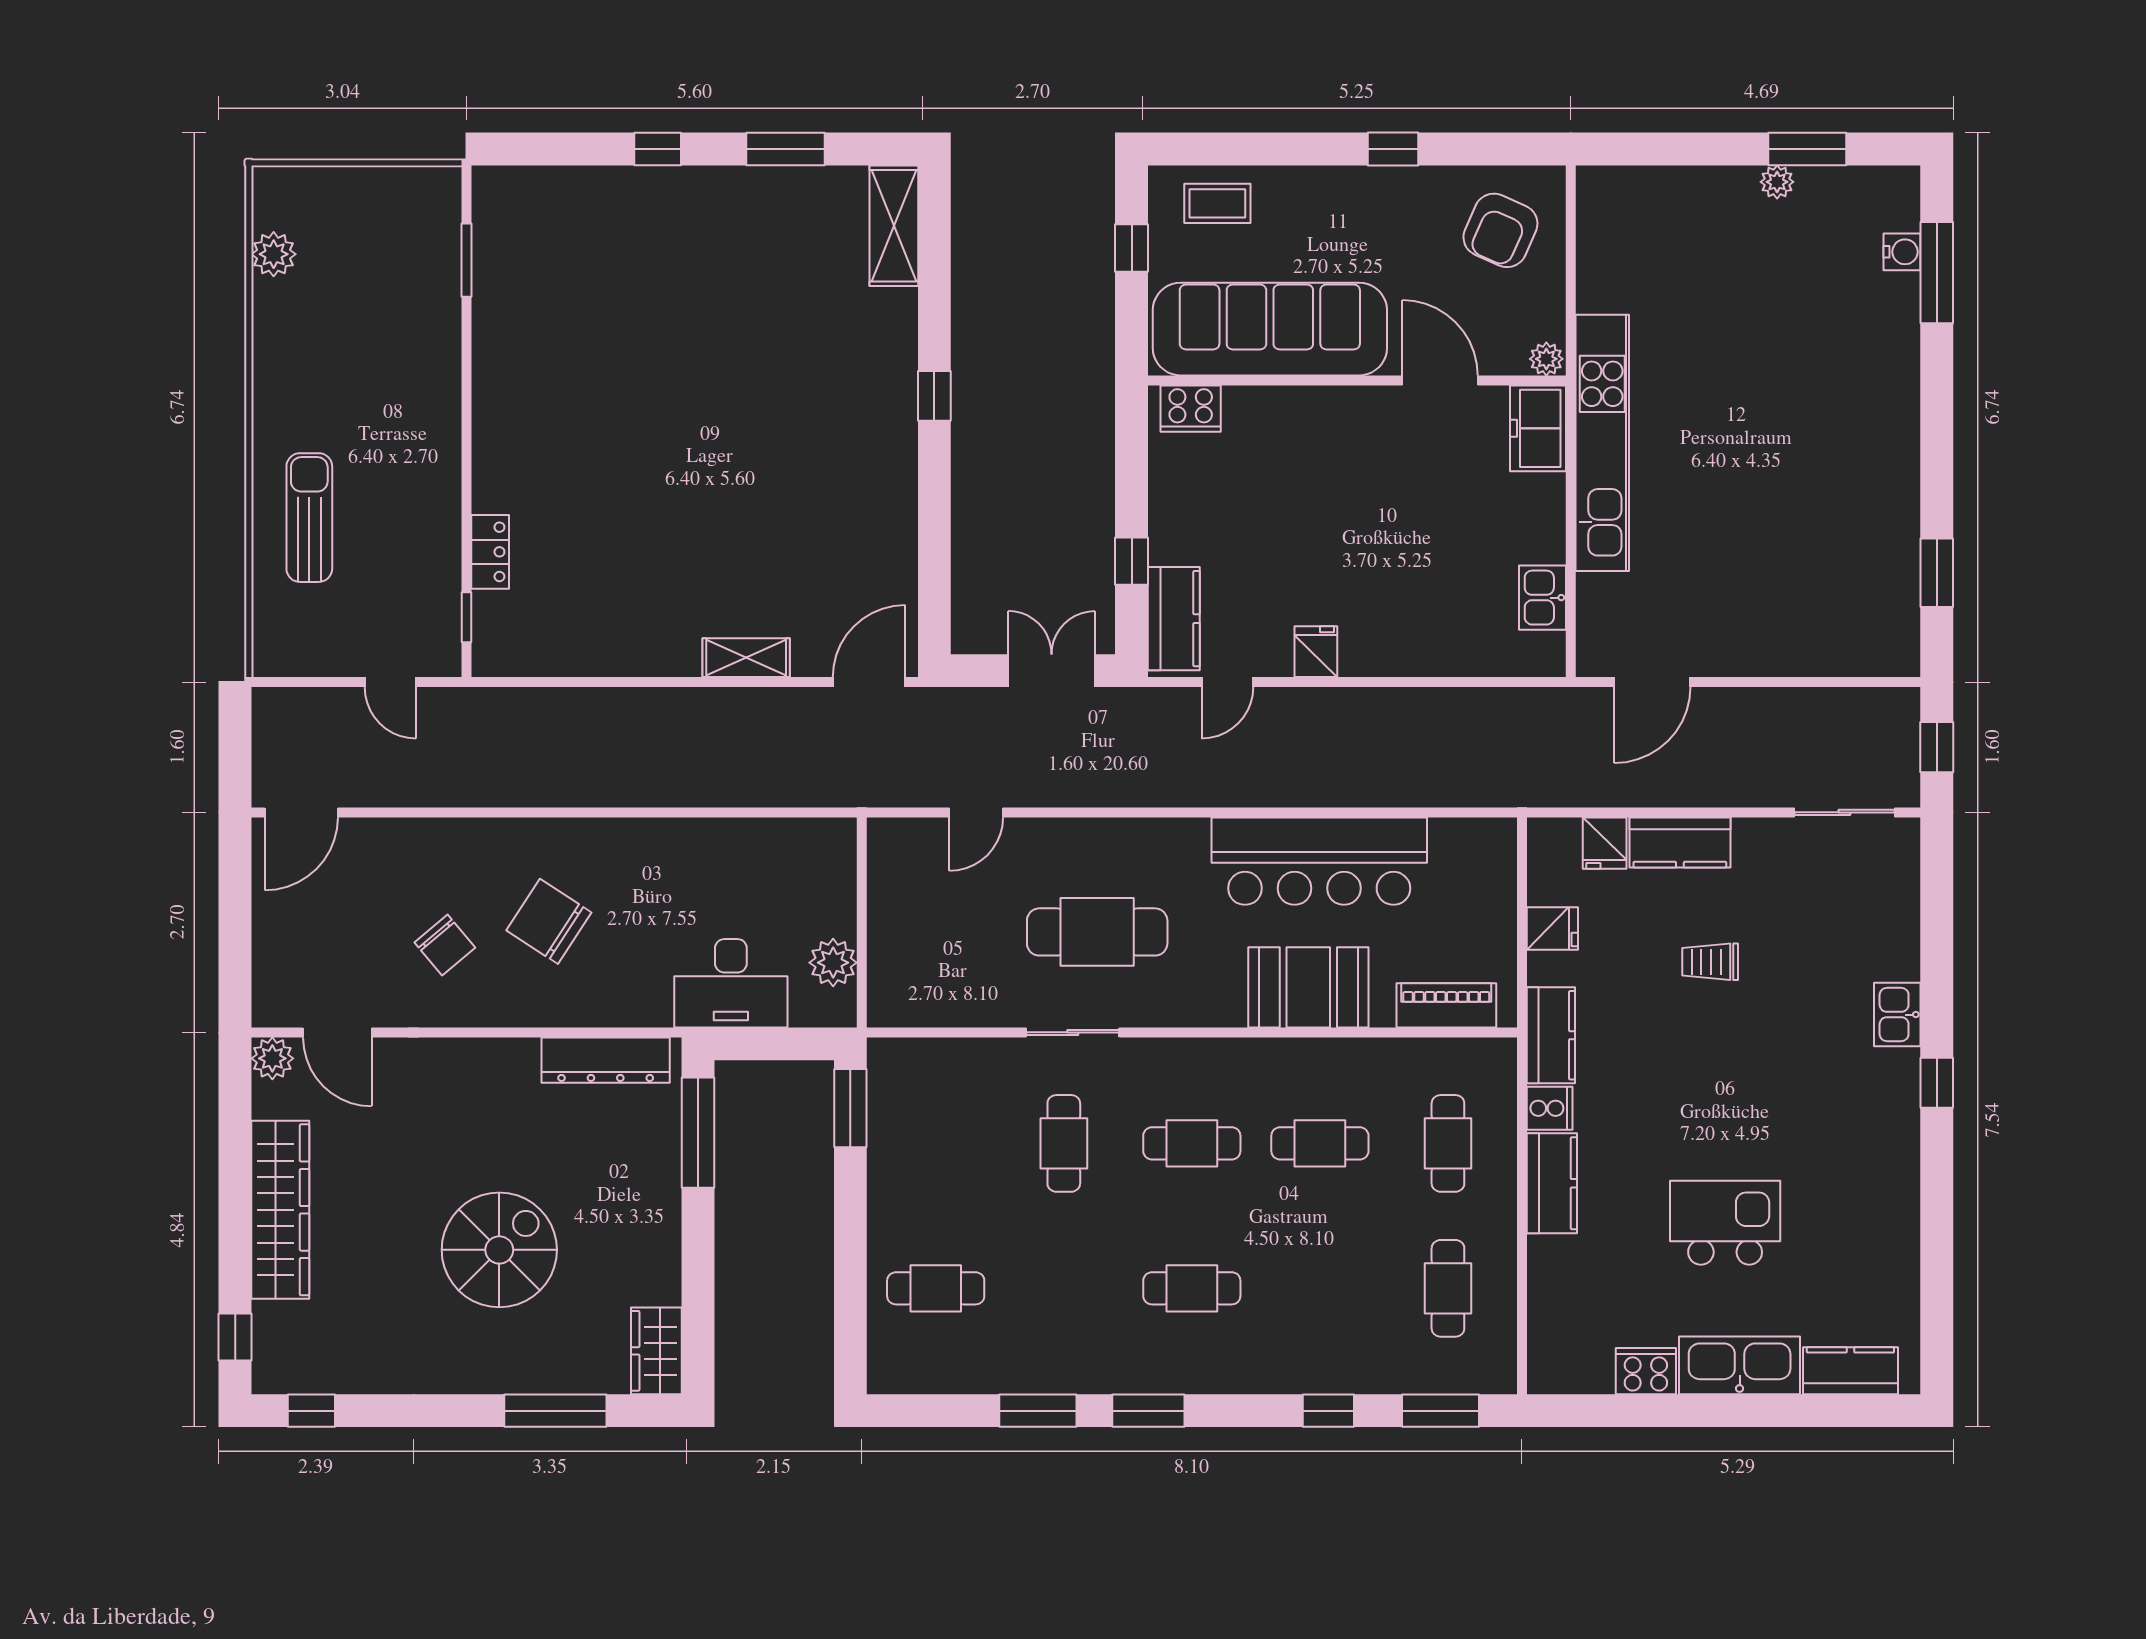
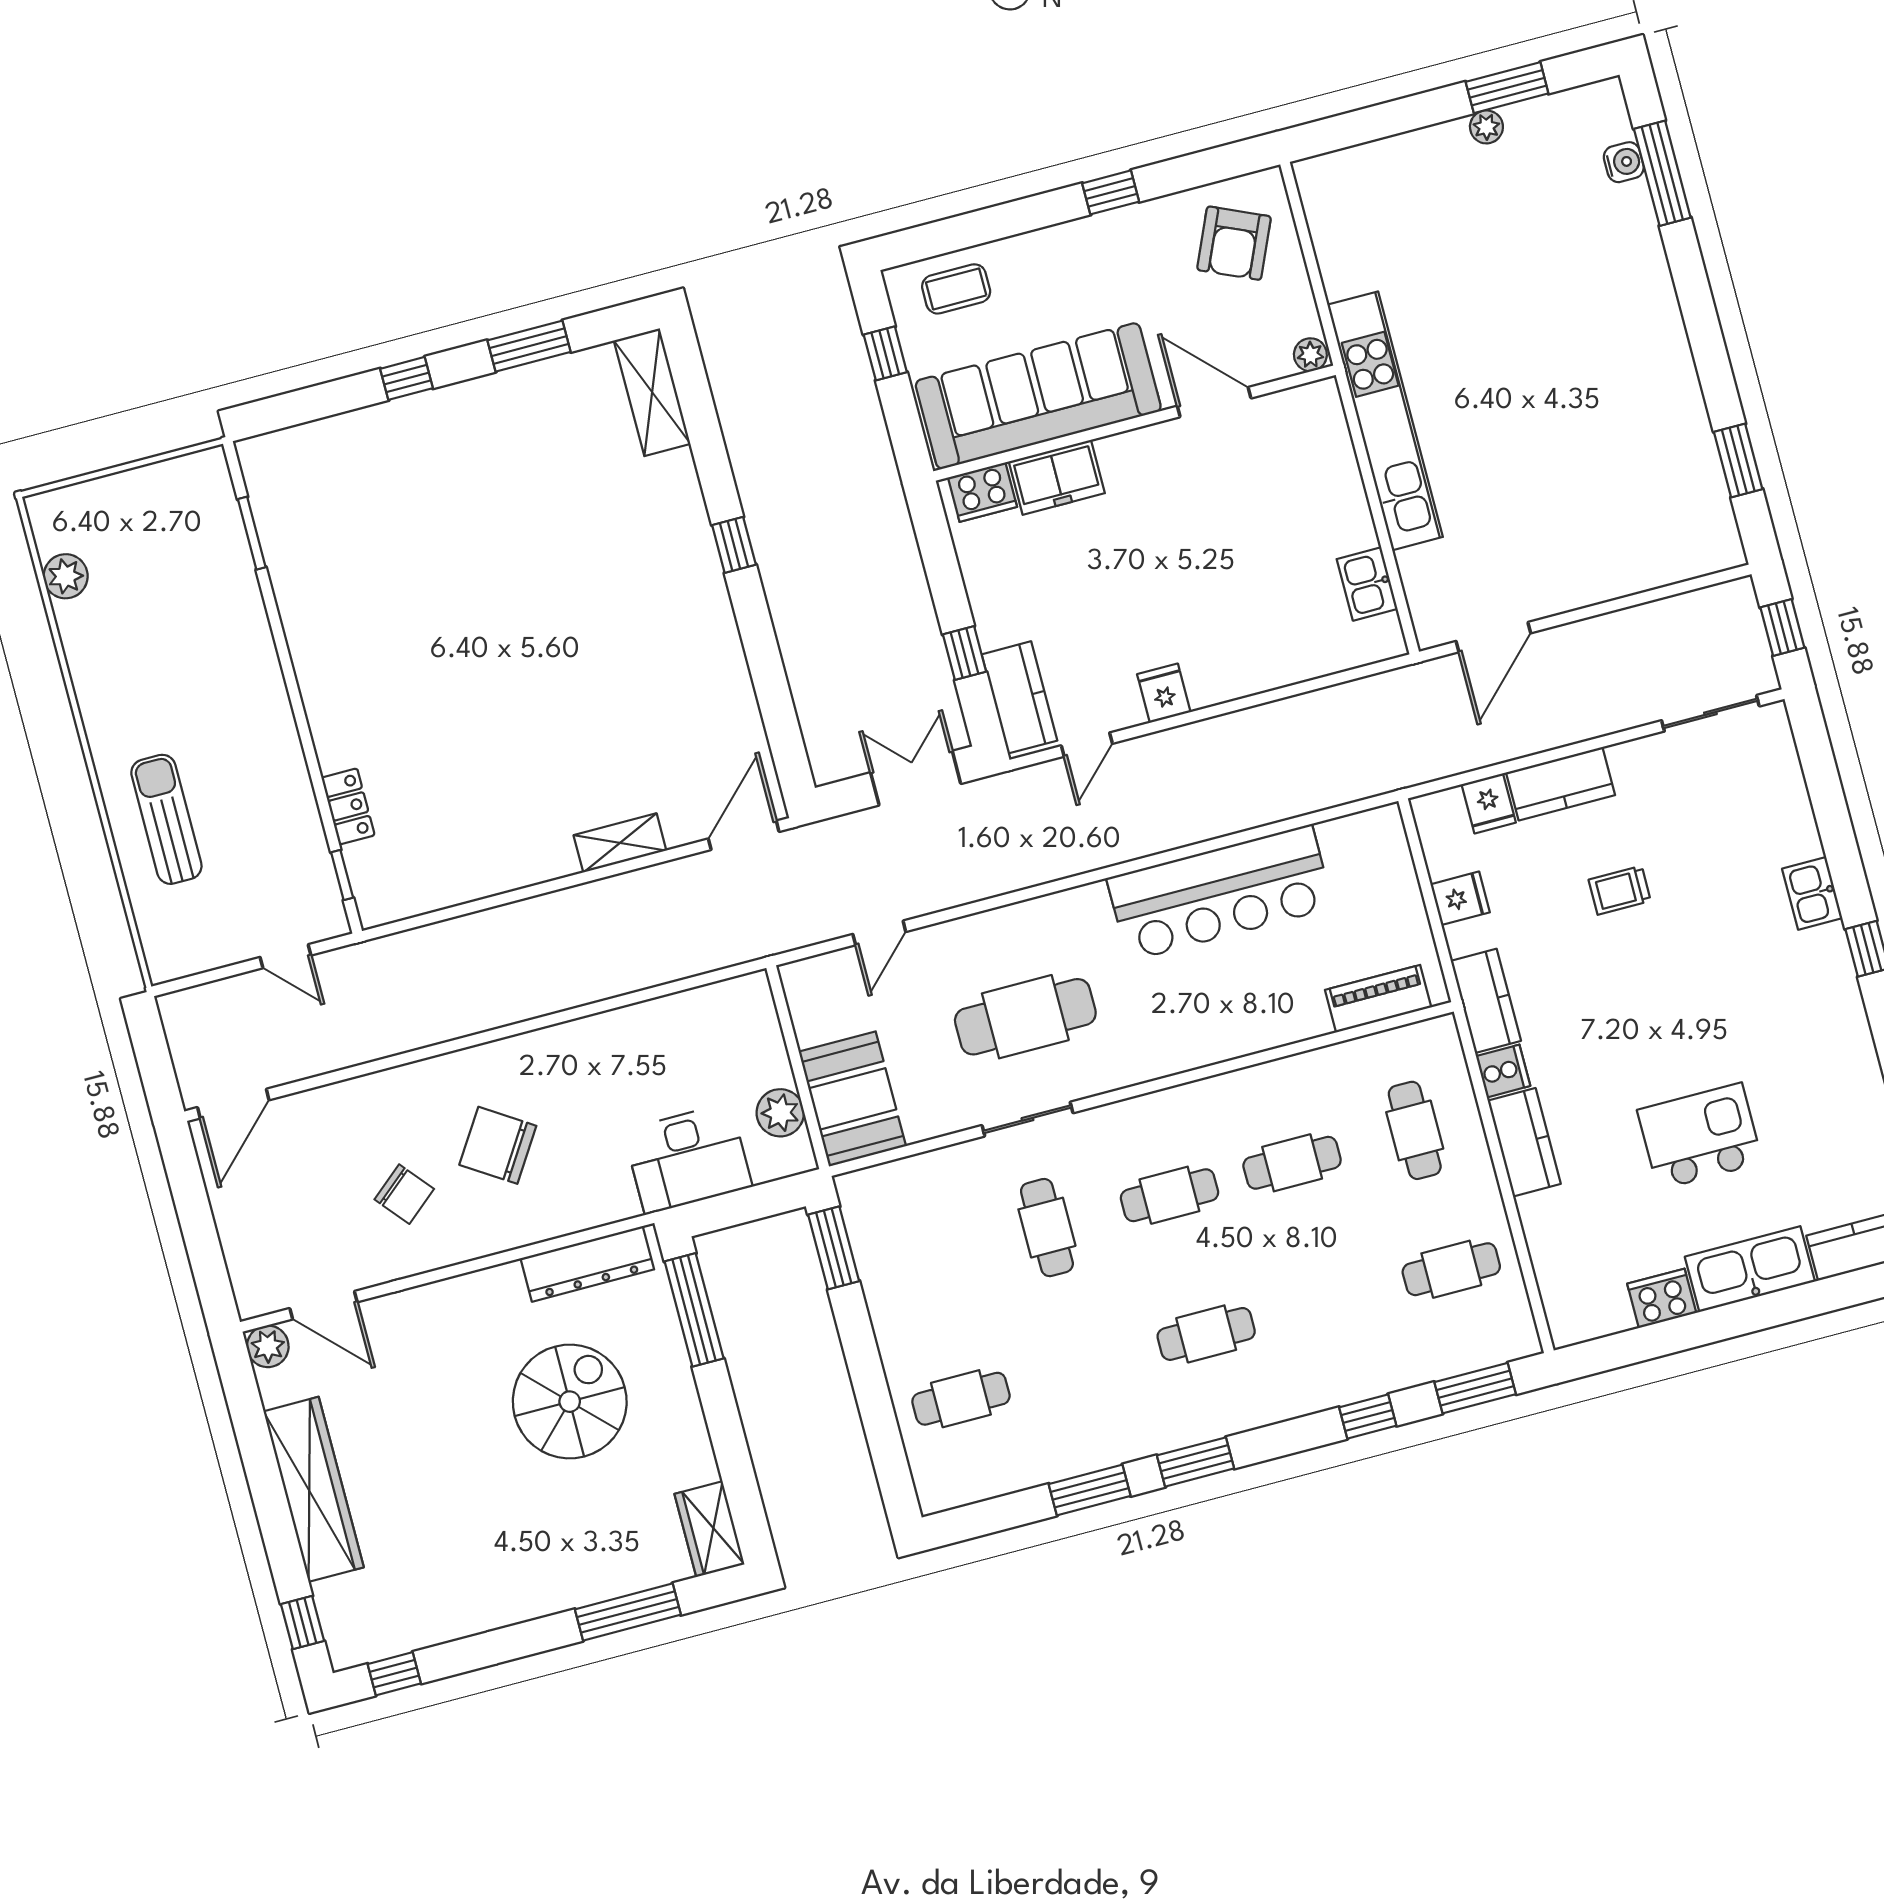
freezer: (1538, 428) -> (1057, 477), moved, turned -90
booth: (1308, 987) -> (852, 1099), moved, turned 90
spiral stairs: (499, 1250) -> (570, 1402), moved
cafe table: (1448, 1288) -> (1451, 1269), turned 90

